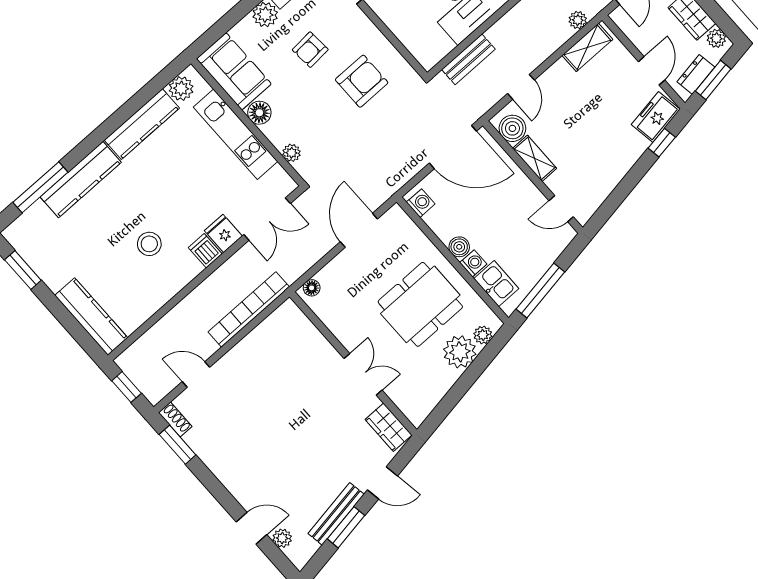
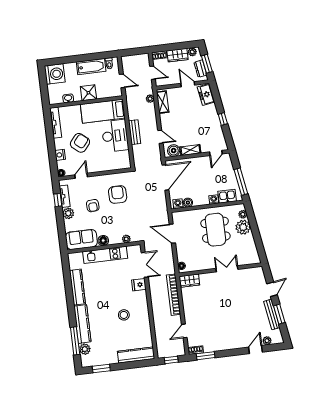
bench: (468, 59) -> (135, 132), moved
plant: (181, 88) -> (85, 349), moved
window: (662, 143) -> (223, 119), moved
boiler: (459, 247) -> (188, 203), moved
dishwasher: (205, 251) -> (141, 296), removed
wardrobe: (388, 427) -> (189, 281), moved

